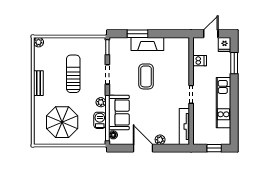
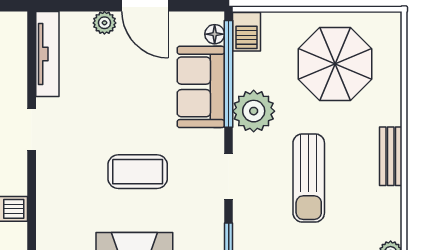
coffee table: (146, 76) -> (138, 172), turned 90
plant: (101, 102) -> (254, 111), width x1.88, depth x1.88
barbecue: (100, 120) -> (247, 32), moved

